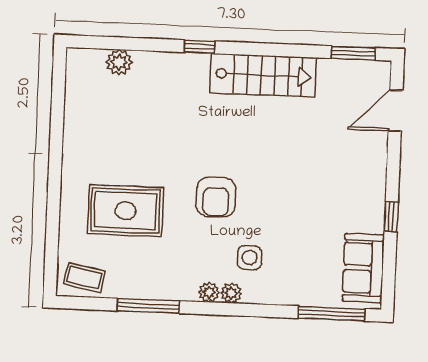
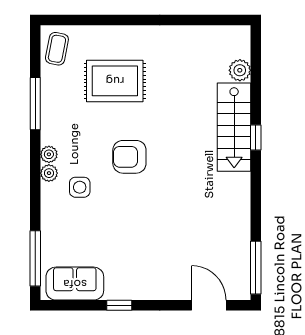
window: (353, 53) -> (256, 268), width x1.44
stairs: (263, 75) -> (234, 127), moved
rug: (125, 211) -> (115, 81), turned 90

